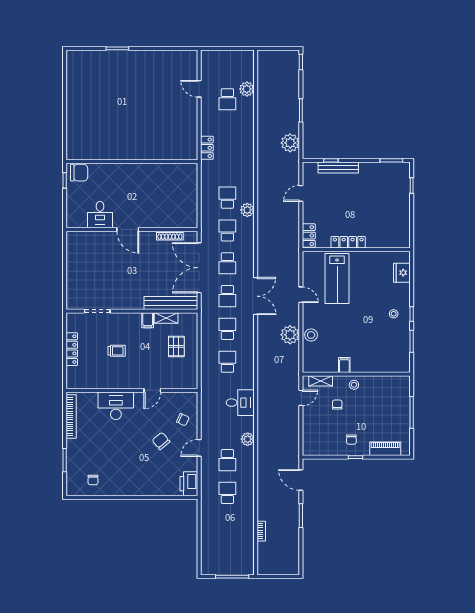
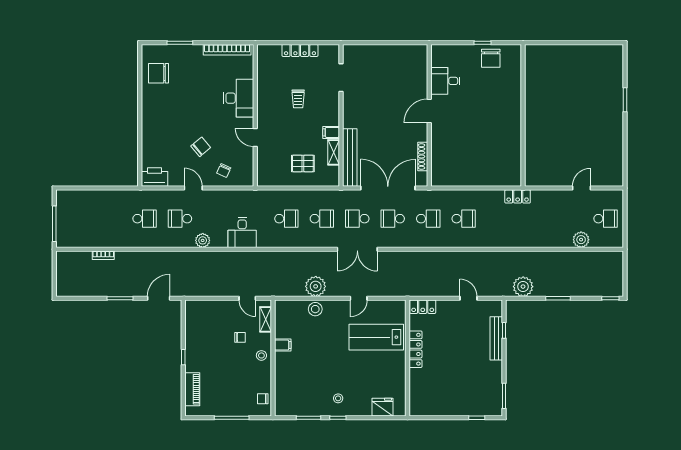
school desk: (227, 99) -> (605, 219), moved, turned 180
wall: (132, 162) -> (523, 115), moved
plant: (247, 210) -> (450, 240), removed
chair: (351, 440) -> (263, 399), moved
chair: (93, 480) -> (159, 73), width x1.87, depth x1.87

